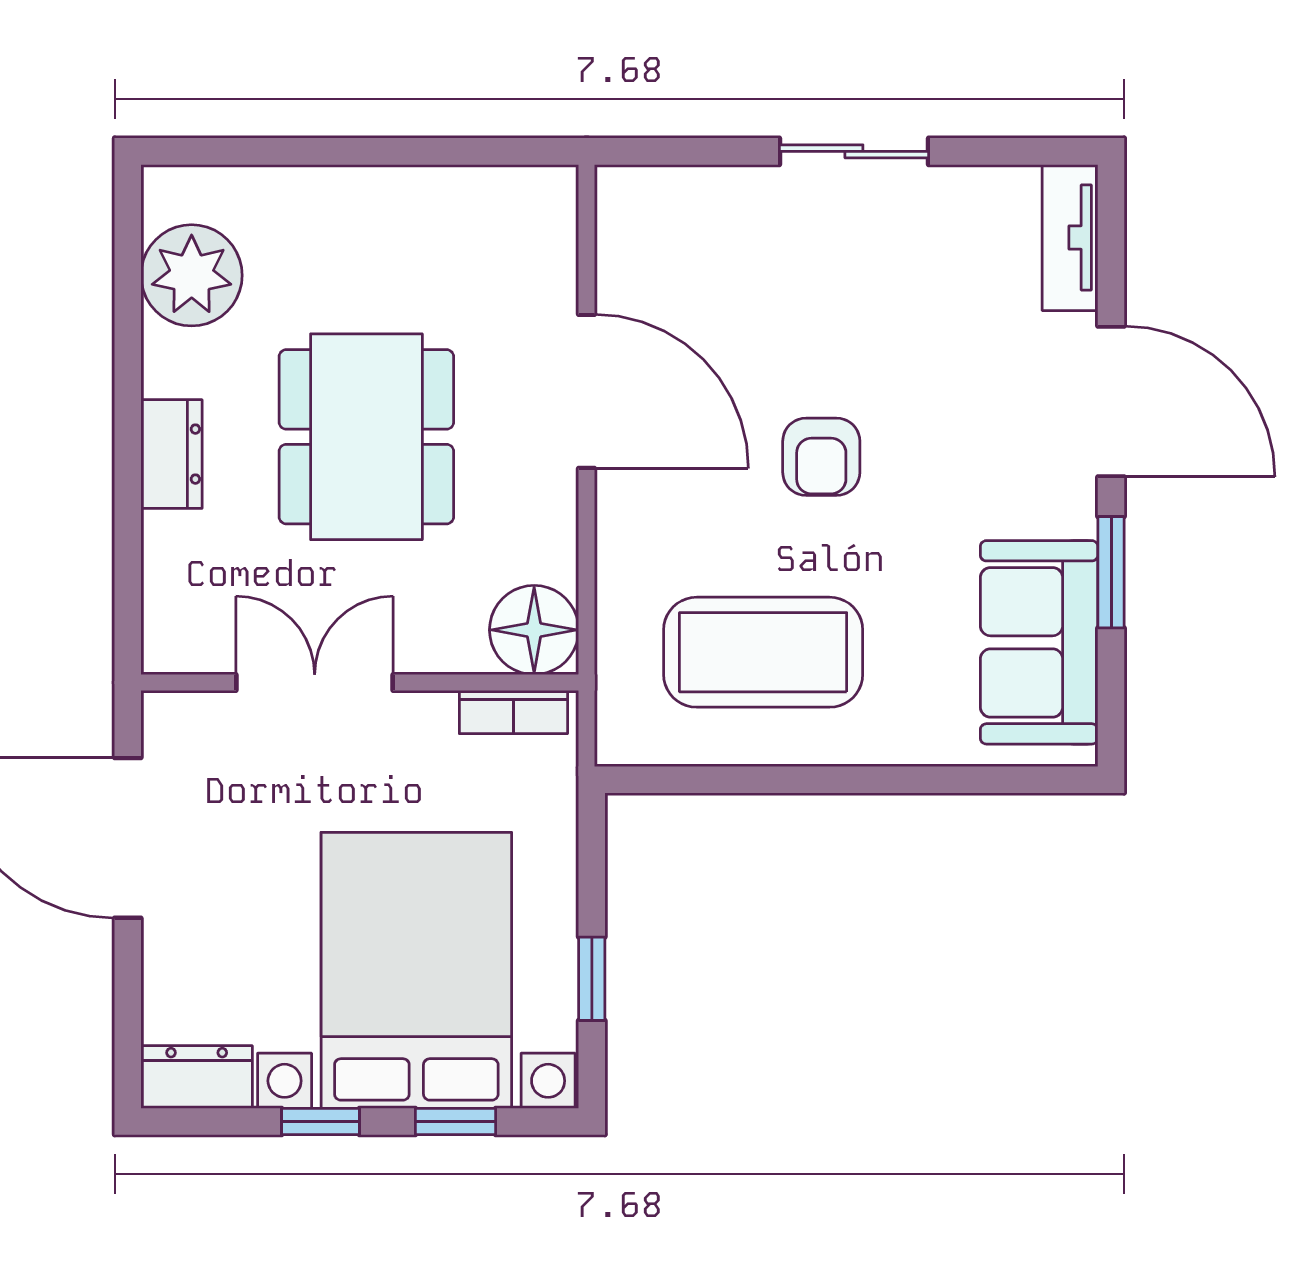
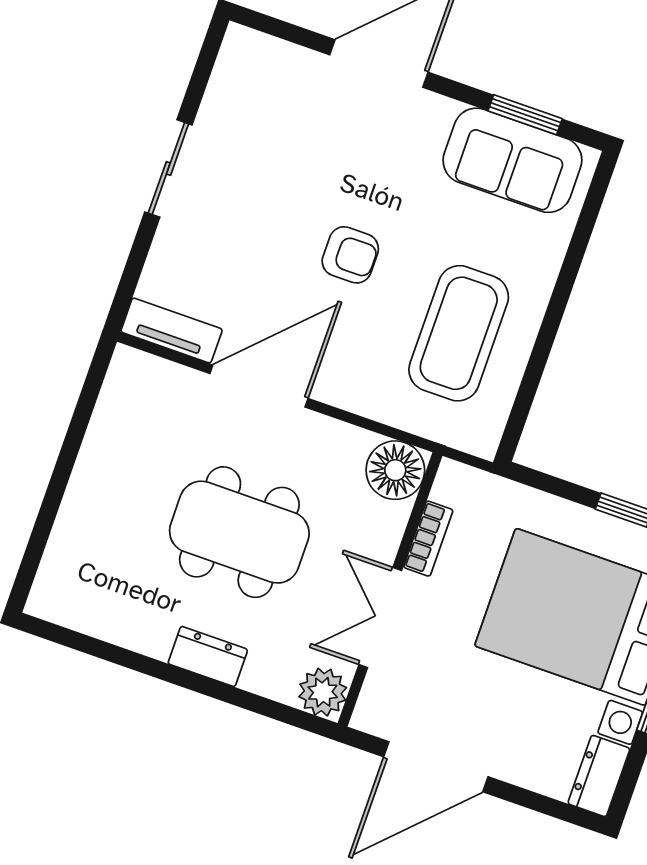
tv unit: (1070, 238) -> (172, 331), moved, turned 180
plant: (192, 275) -> (323, 692), moved, width x0.73, depth x0.73
window: (1111, 572) -> (525, 115), moved
bookcase: (513, 712) -> (428, 539), moved

